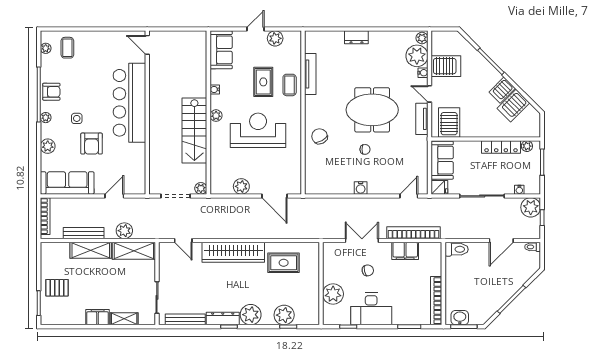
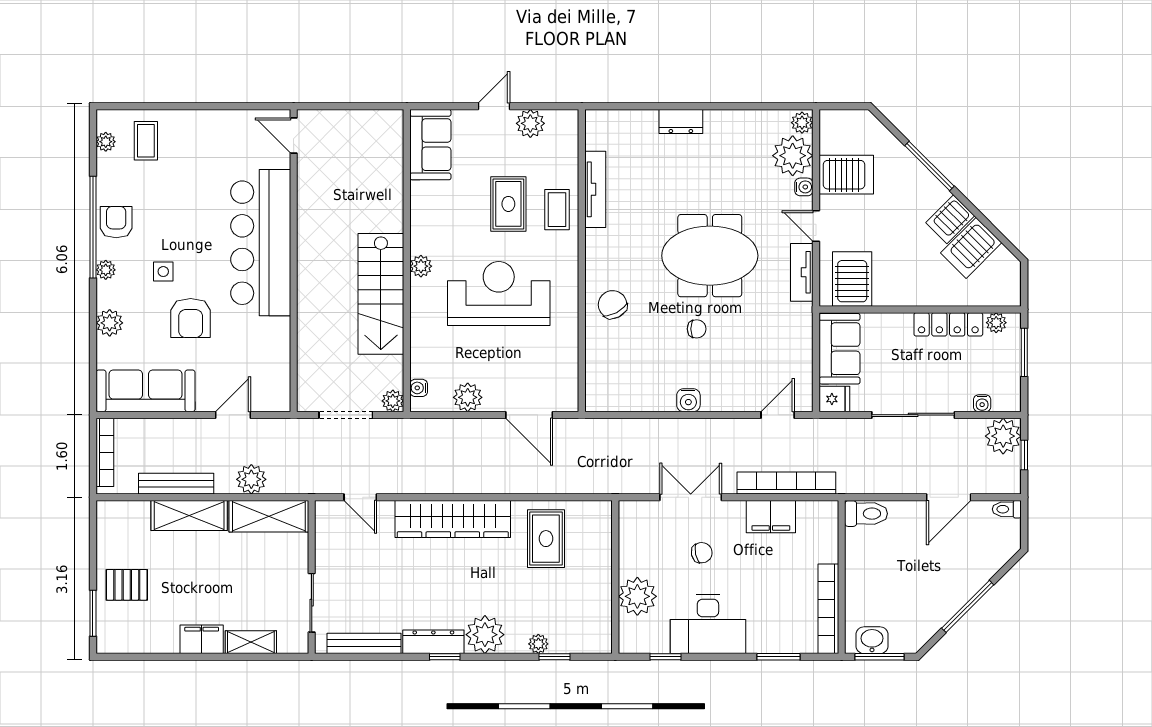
water cooler: (215, 89) -> (419, 388), moved
armchair: (51, 92) -> (116, 222), turned -90
rug: (284, 263) -> (546, 539), turned 90
plant: (284, 315) -> (538, 644), width x0.53, depth x0.53

